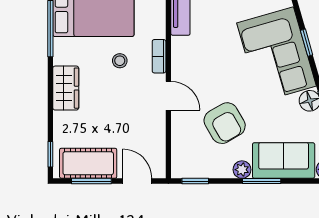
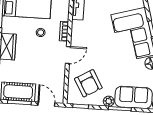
door: (168, 96) -> (68, 55), hinge flipped
armchair: (225, 123) -> (88, 83), moved

